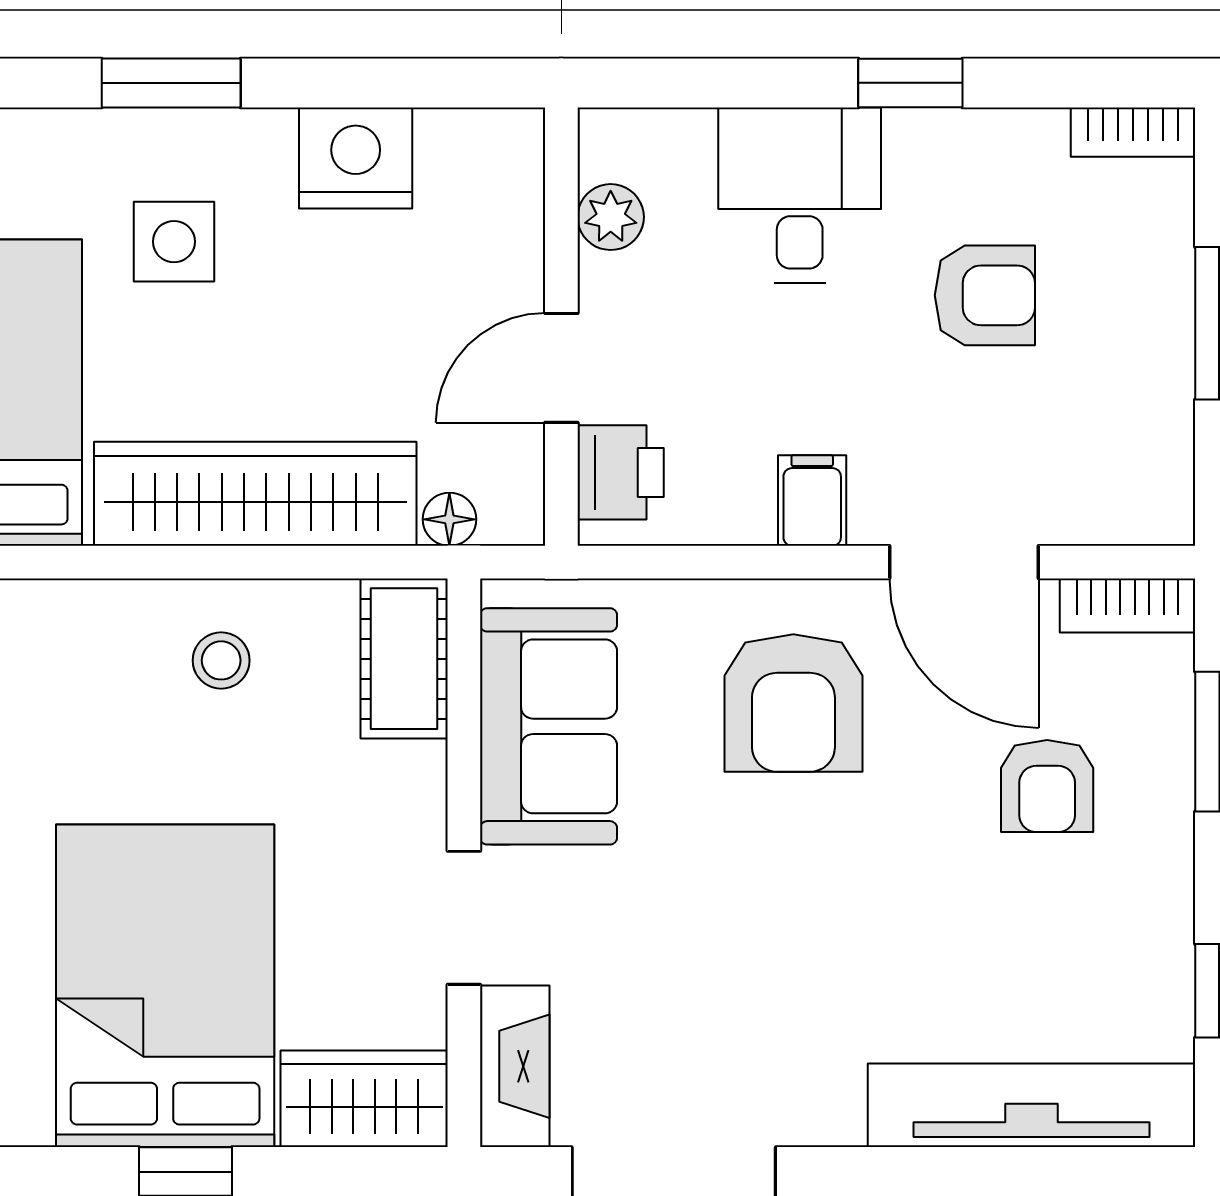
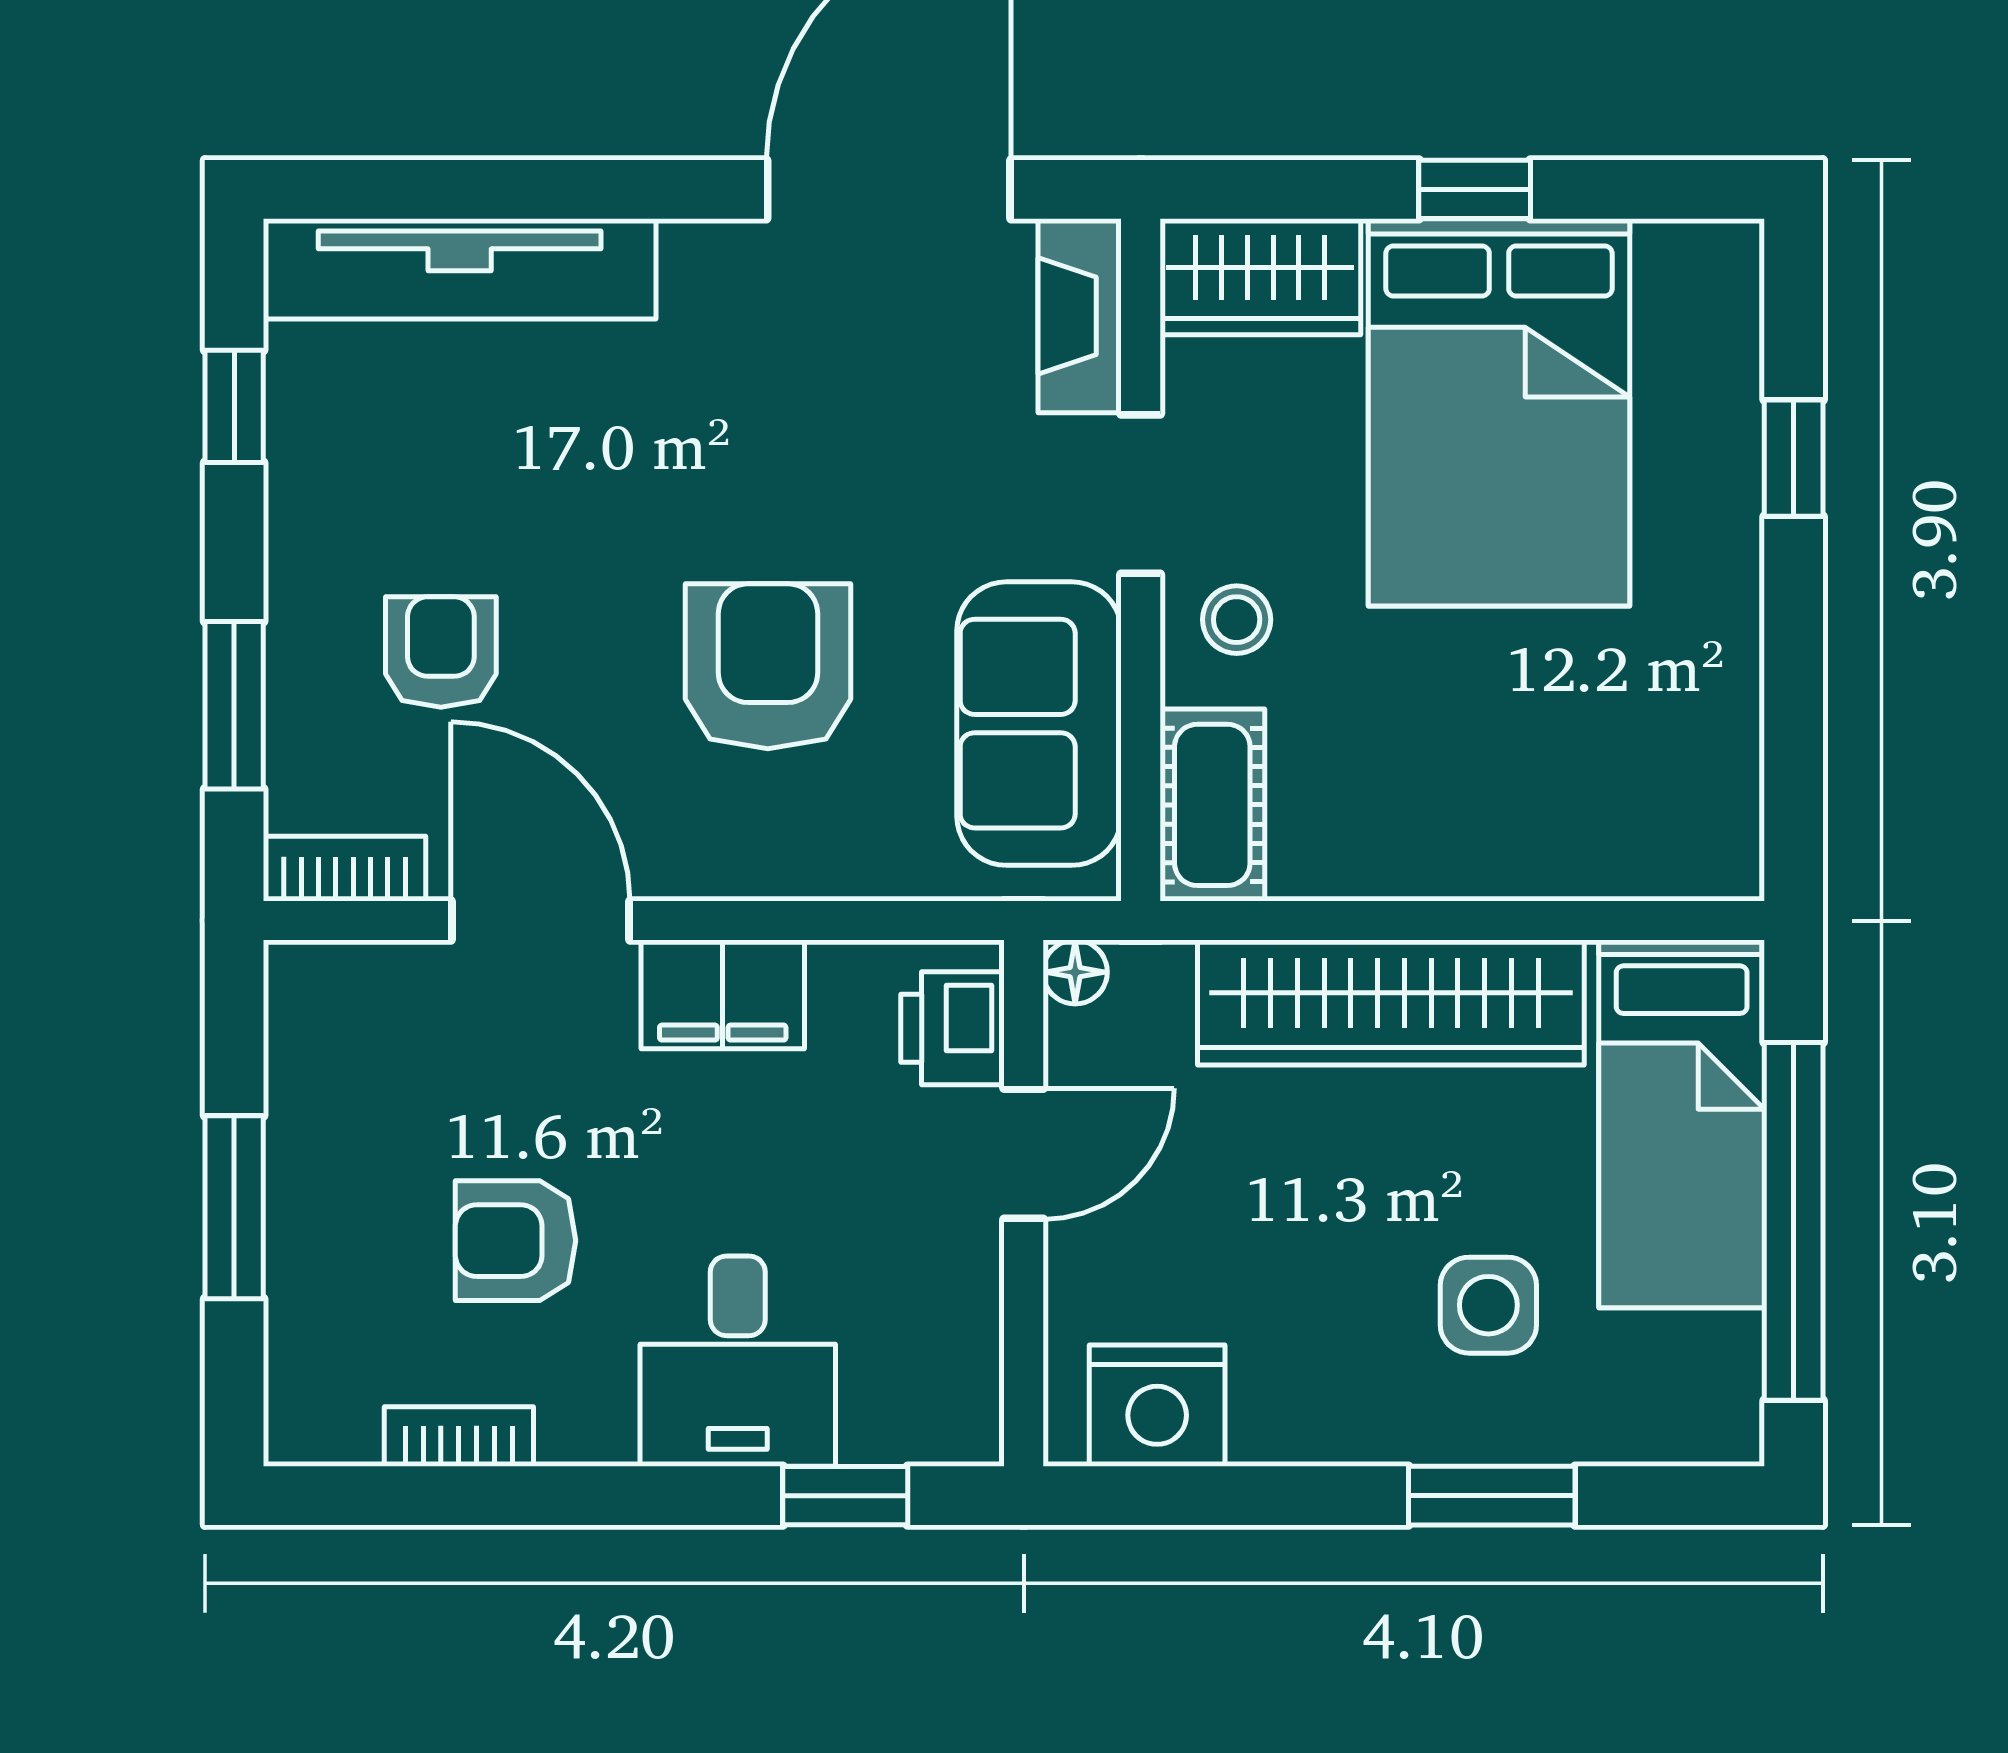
window: (910, 83) -> (845, 1496), moved
bookcase: (1133, 132) -> (459, 1437), moved
nightstand: (356, 158) -> (1157, 1406), moved
plant: (611, 217) -> (964, 1335), removed
filing cabinet: (812, 501) -> (723, 994), width x2.00
floor lamp: (449, 519) -> (1075, 972), moved
stool: (221, 660) -> (1237, 620), moved
armchair: (793, 703) -> (768, 666), moved

